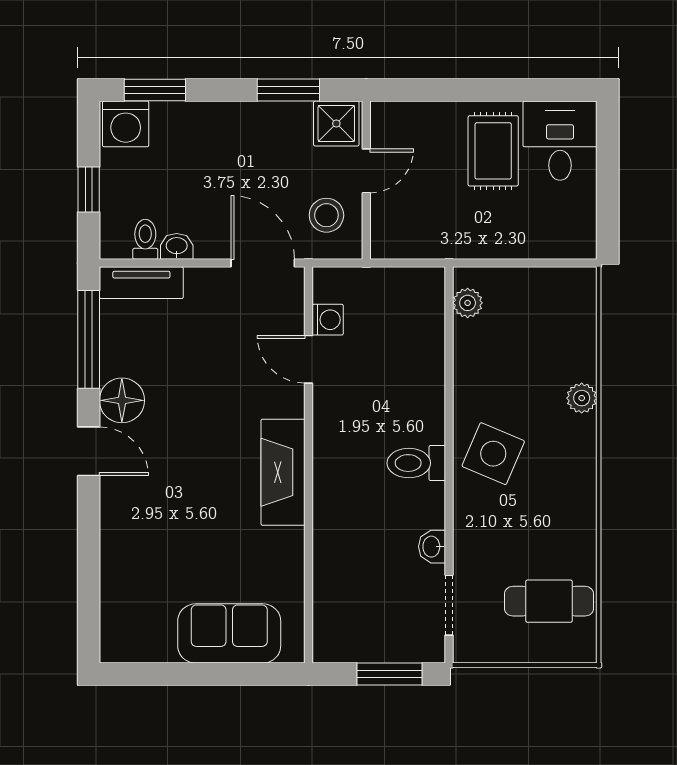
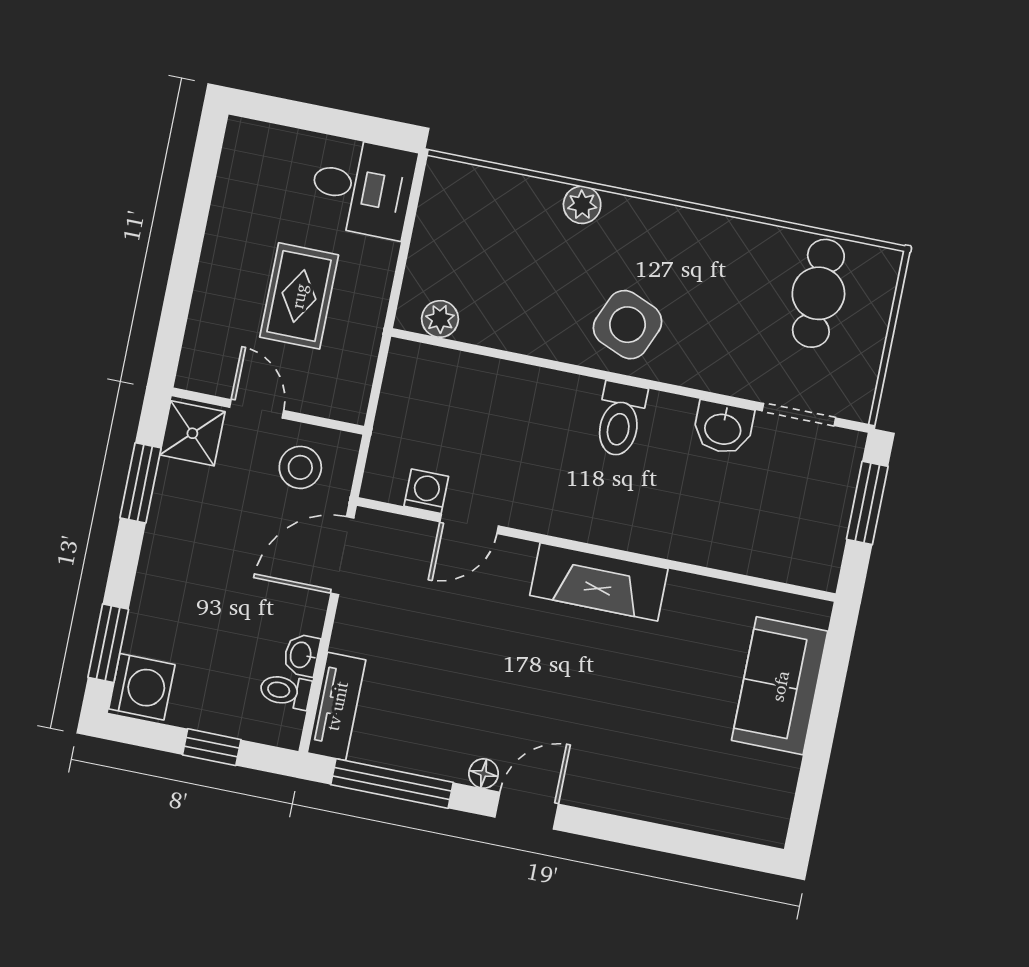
desk: (560, 141) -> (362, 188), moved, turned 180
rug: (493, 151) -> (299, 296), moved, turned 90
floor lamp: (122, 400) -> (484, 773), width x0.53, depth x0.53
washbasin: (432, 547) -> (723, 428), width x1.38, depth x1.45

